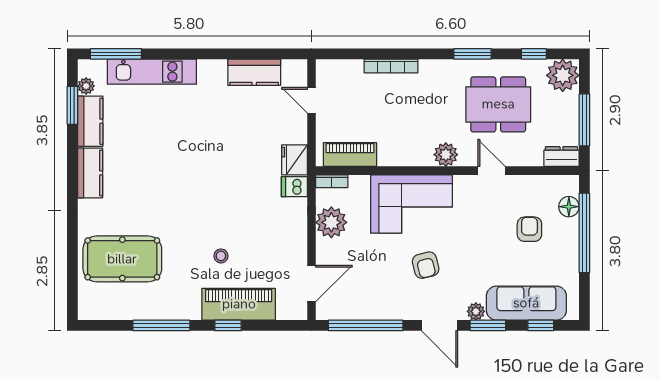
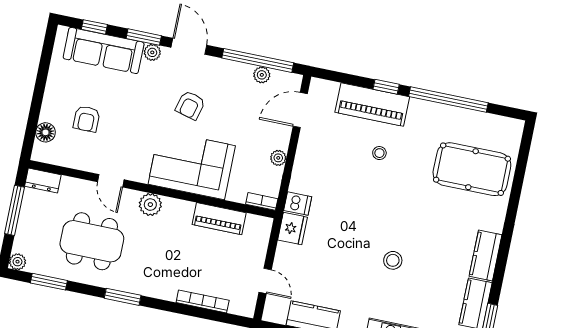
window: (472, 54) -> (123, 297), moved
window: (534, 54) -> (49, 282), width x1.50
bookcase: (391, 66) -> (203, 301), moved
plant: (563, 75) -> (17, 262), width x0.53, depth x0.53
stool: (185, 148) -> (393, 260), added
piano: (350, 155) -> (219, 219), moved
plant: (331, 222) -> (278, 158), width x0.53, depth x0.53
window: (584, 233) -> (36, 105), removed
armchair: (426, 265) -> (190, 105), turned -151
plant: (359, 311) -> (262, 75), added
window: (161, 325) -> (448, 100), width x1.46

